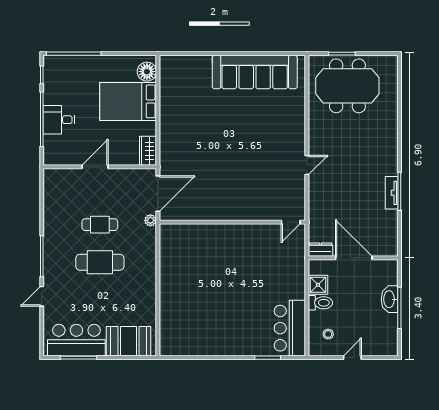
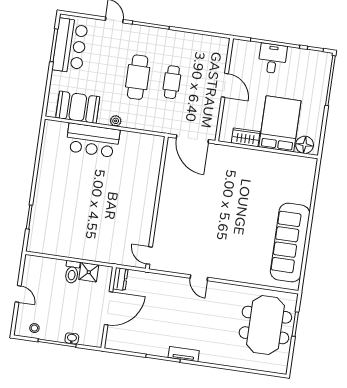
wardrobe: (148, 151) -> (246, 137), moved
tv unit: (392, 193) -> (184, 354), moved
plant: (150, 220) -> (116, 121), moved
washbasin: (390, 299) -> (72, 338), width x0.52, depth x0.69
bar counter: (290, 328) -> (93, 140), moved, turned 180
stool: (328, 334) -> (34, 328), moved
booth: (129, 341) -> (78, 107), moved, turned 90

